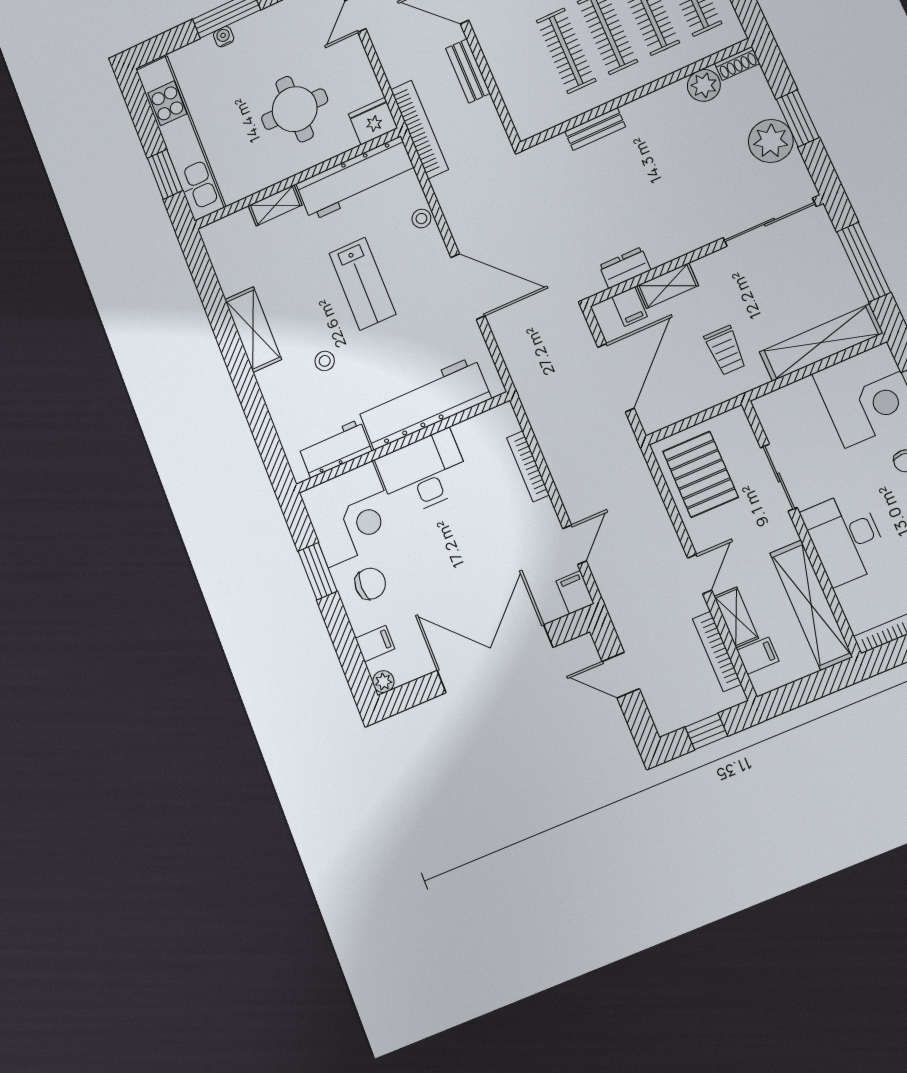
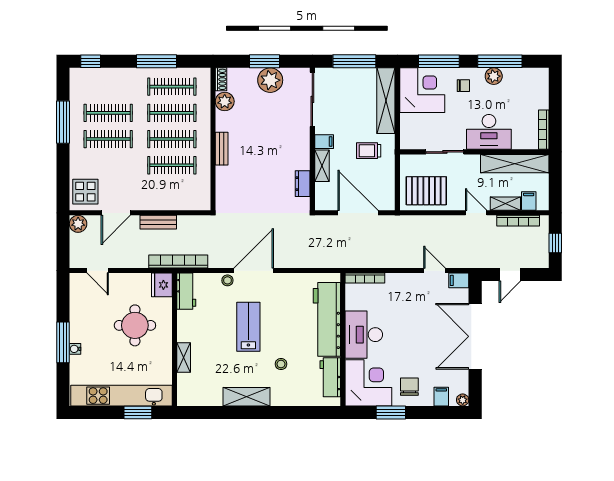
bench: (595, 129) -> (222, 149), moved
workbench: (356, 179) -> (186, 291), width x0.53, depth x0.76
lab bench: (362, 284) -> (248, 327), turned -90
door: (468, 287) -> (254, 271), moved
filing cabinet: (630, 307) -> (324, 142), moved
trolley: (725, 350) -> (369, 151), turned 180
bookcase: (528, 466) -> (365, 278), moved

